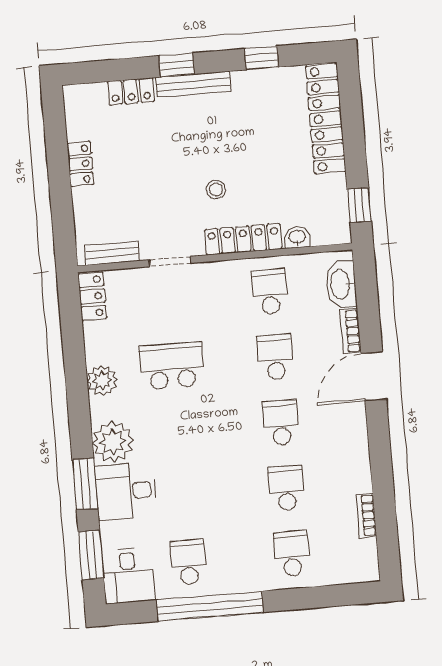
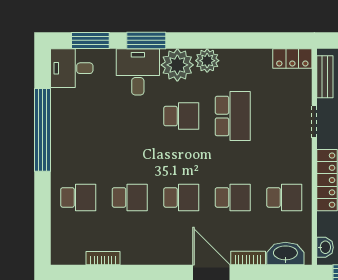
washbasin: (297, 237) -> (325, 247), moved
plant: (102, 381) -> (207, 61), moved
school desk: (188, 562) -> (181, 116), moved

